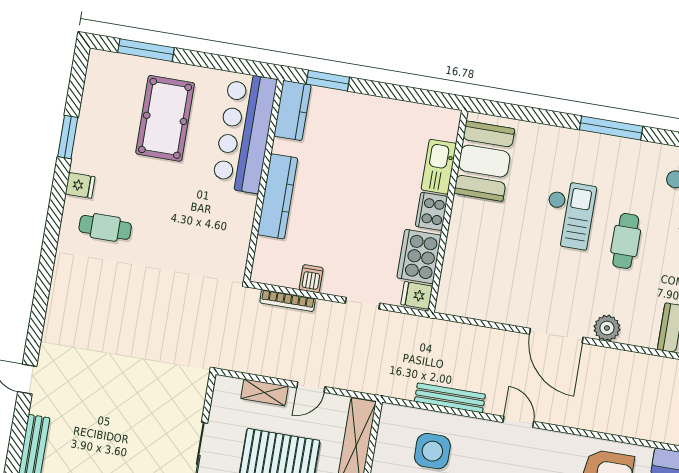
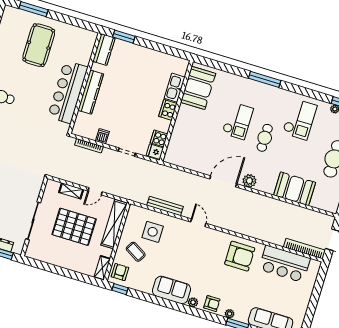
bar counter: (245, 133) -> (68, 92), moved
cooker: (419, 257) -> (159, 138), width x0.53, depth x0.76
door: (556, 336) -> (223, 181), swing flipped

